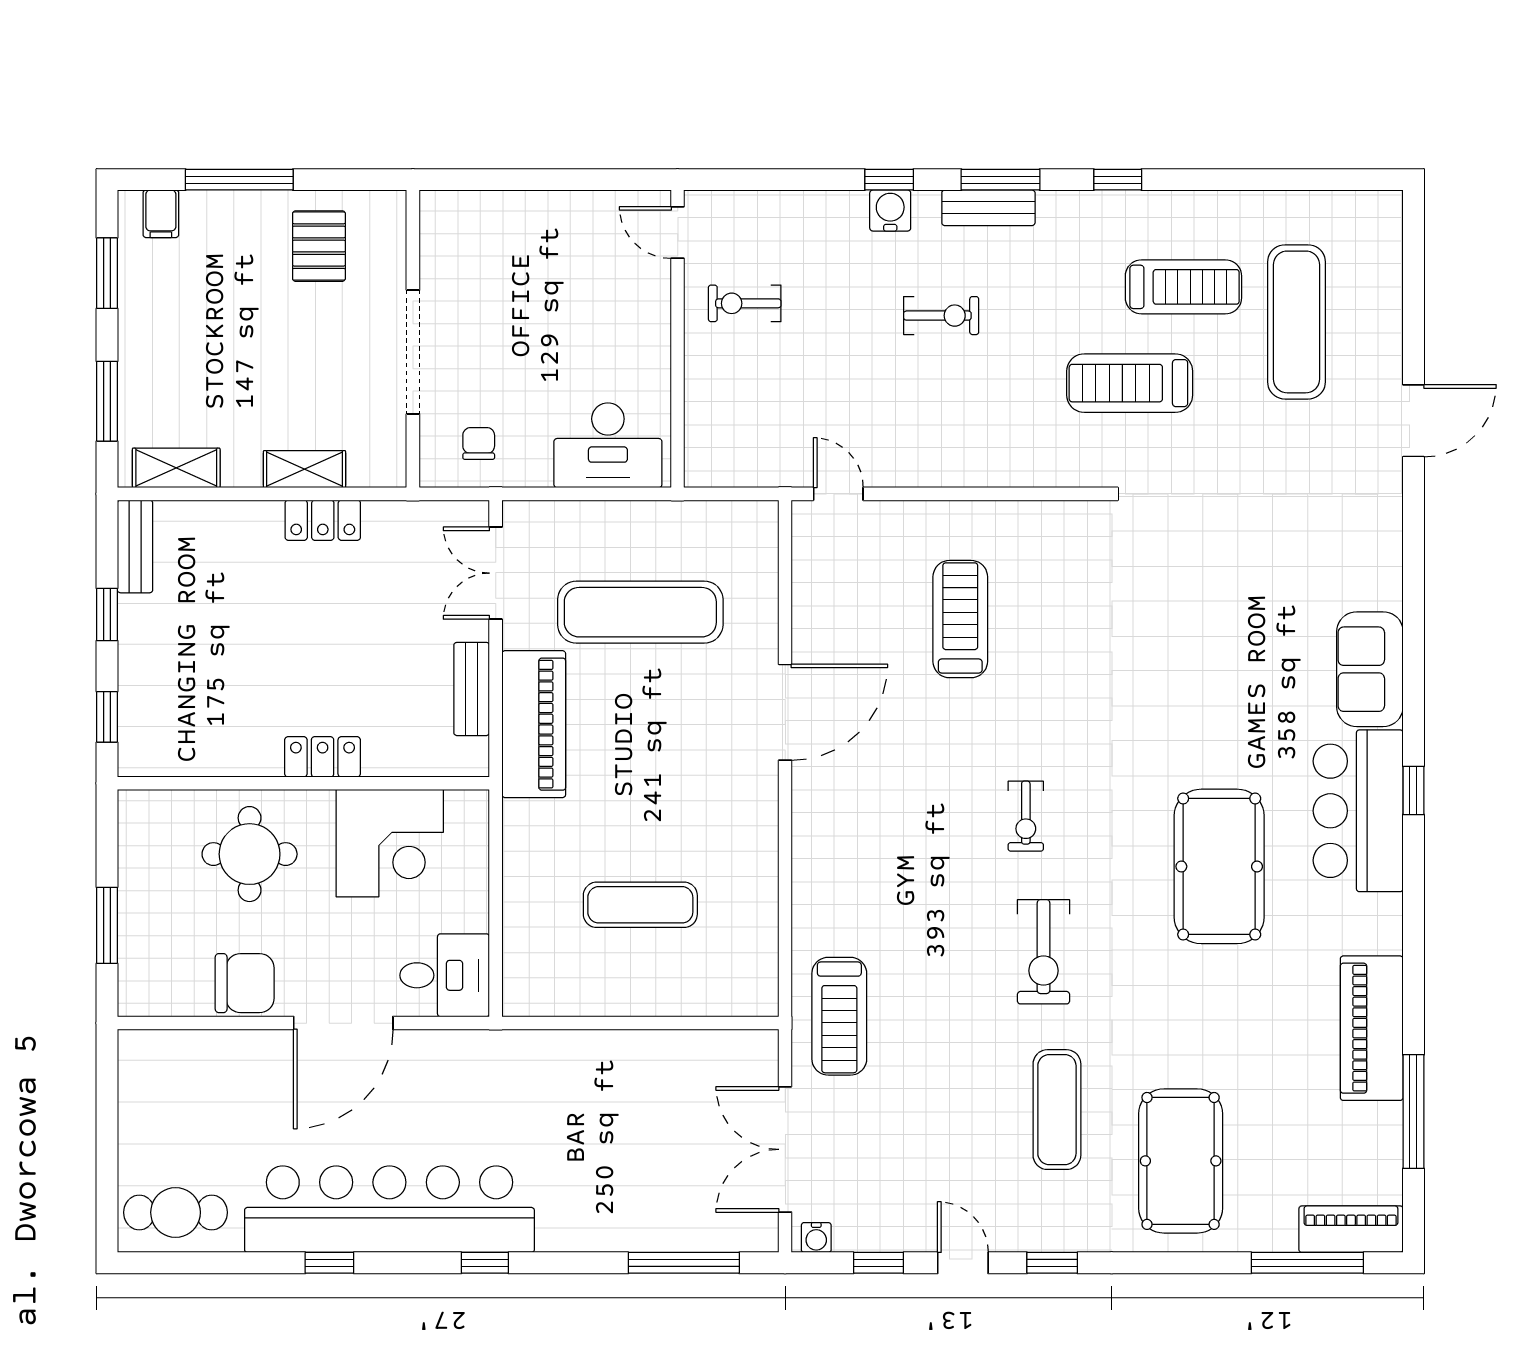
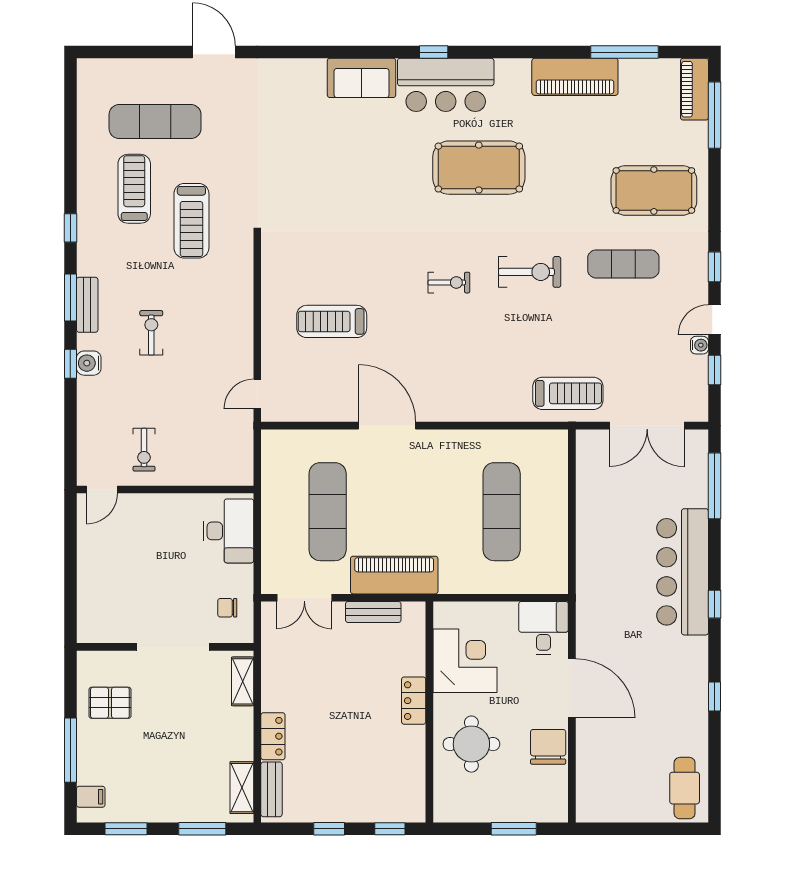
shelving: (304, 469) -> (243, 681), moved
locker: (323, 520) -> (273, 736), moved
bench: (135, 546) -> (271, 789), moved, turned 90
exercise mat: (640, 905) -> (502, 512), width x1.36, depth x1.45
bar counter: (389, 1209) -> (683, 572), moved, width x0.73
water cooler: (816, 1238) -> (699, 345), moved

